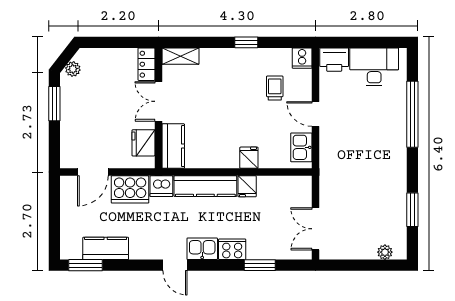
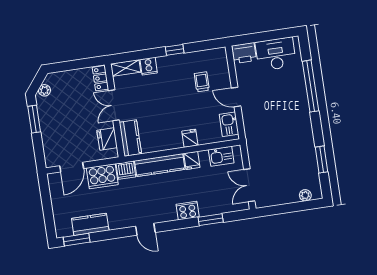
cooker: (302, 58) -> (149, 66), moved
kitchen sink: (202, 249) -> (221, 156), moved, turned 180

